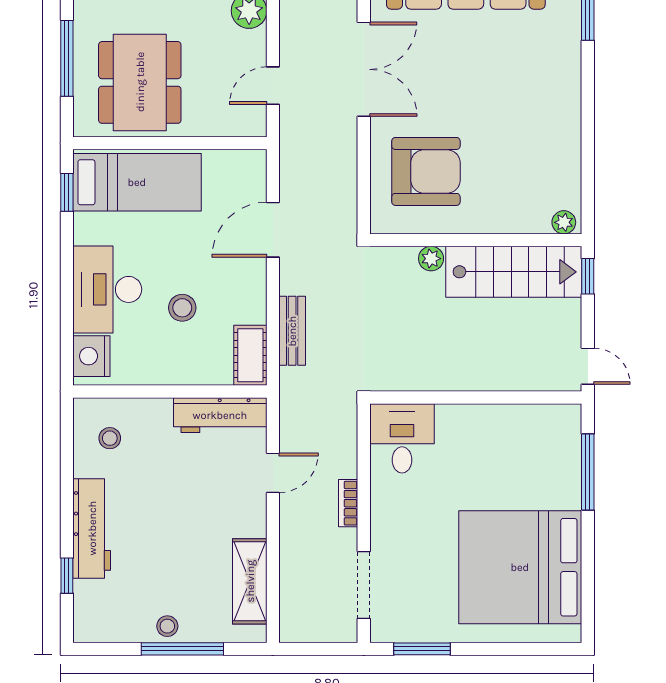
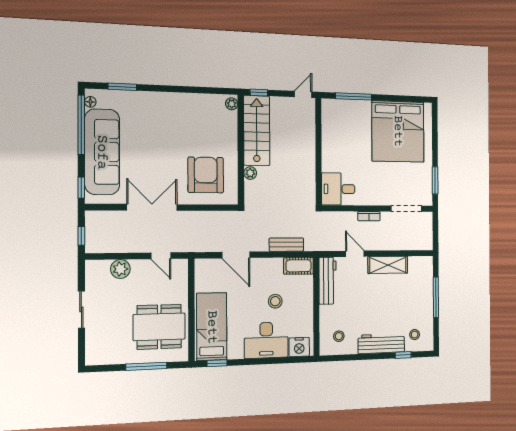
shelving: (250, 581) -> (388, 265), moved
stool: (167, 626) -> (415, 335), moved

